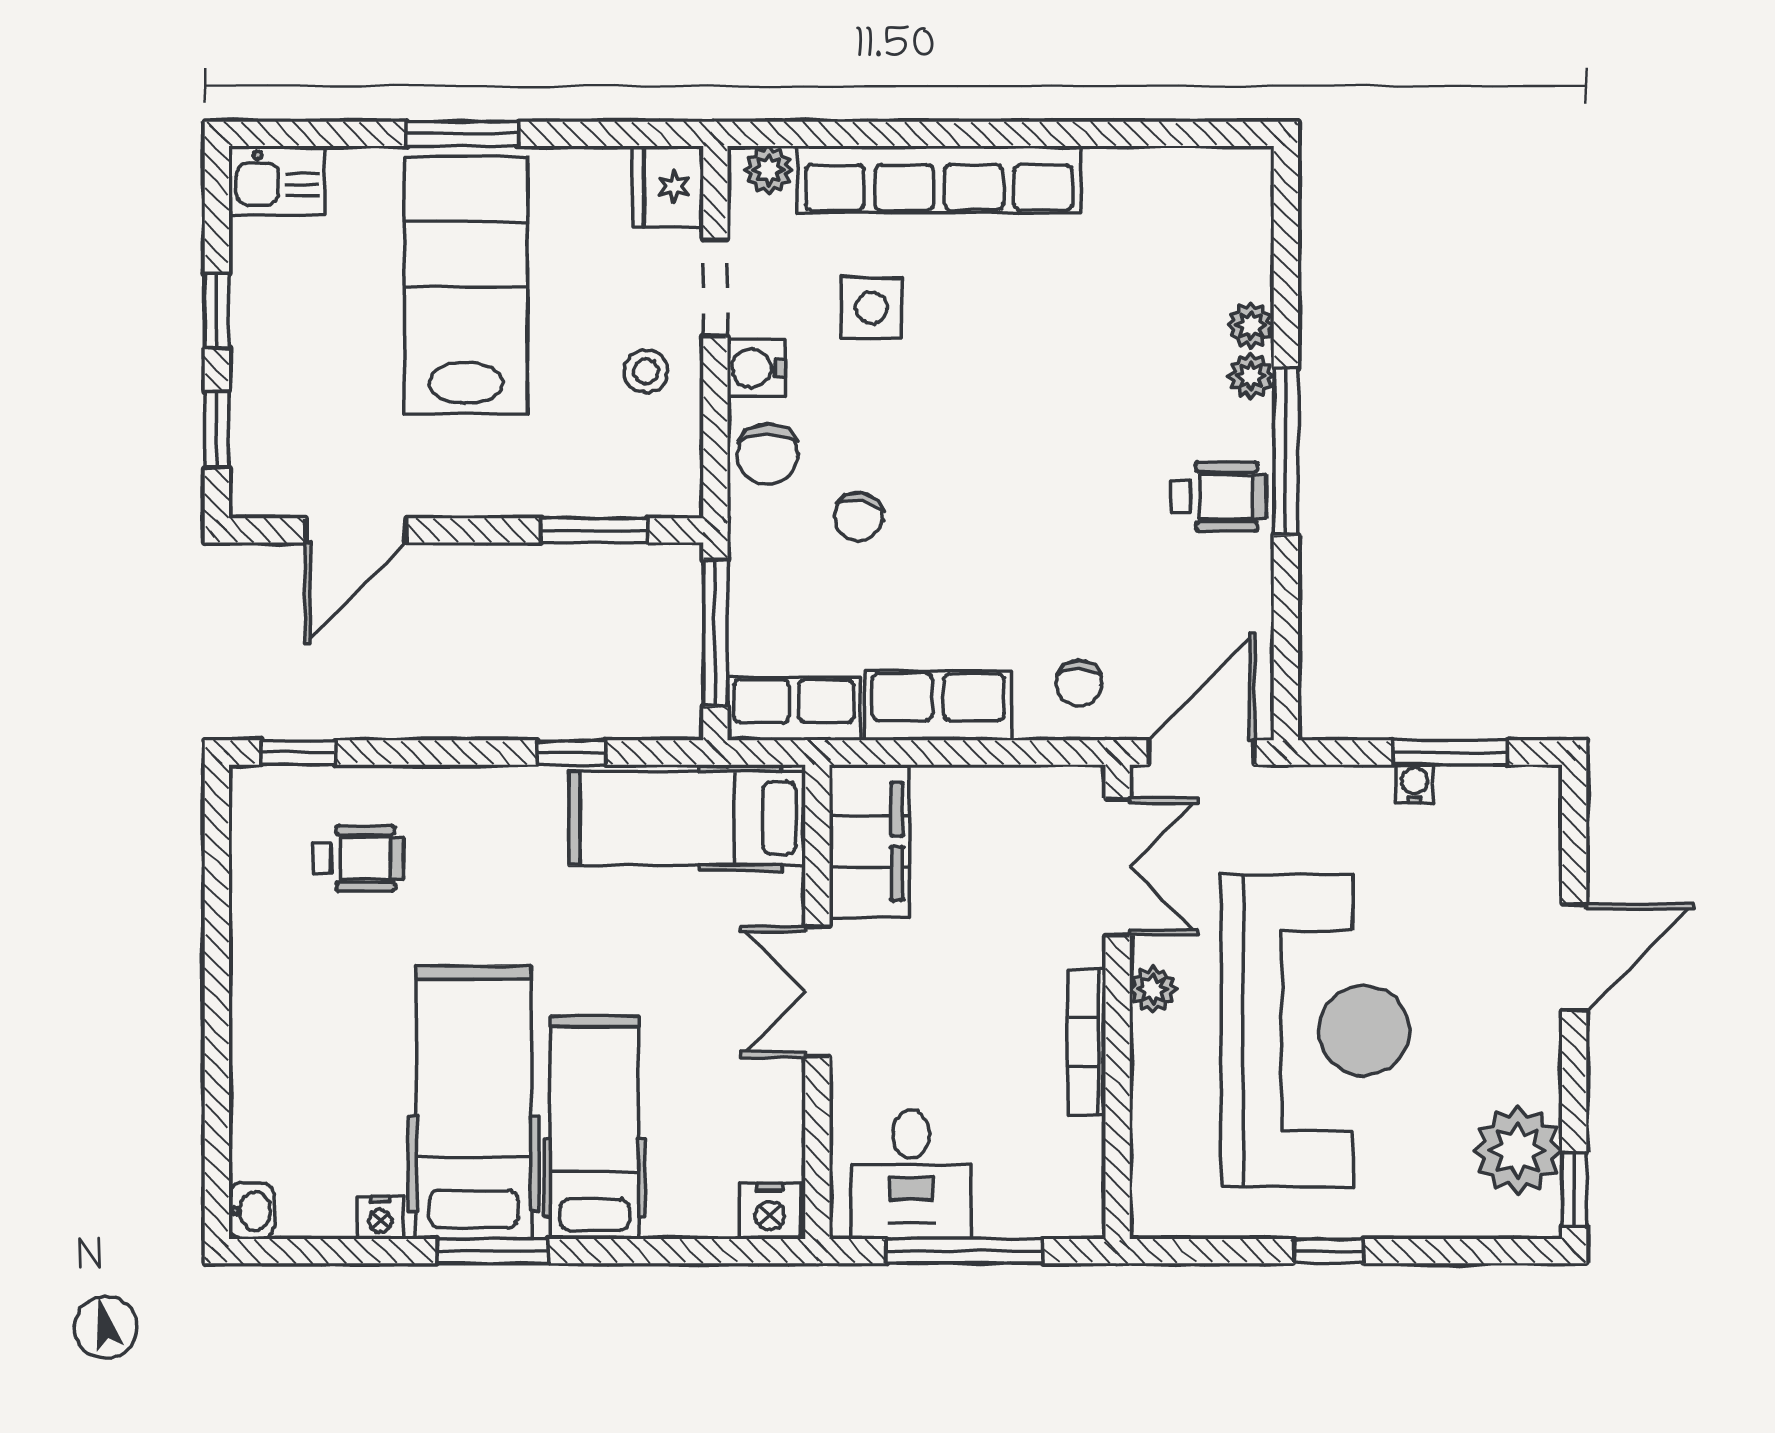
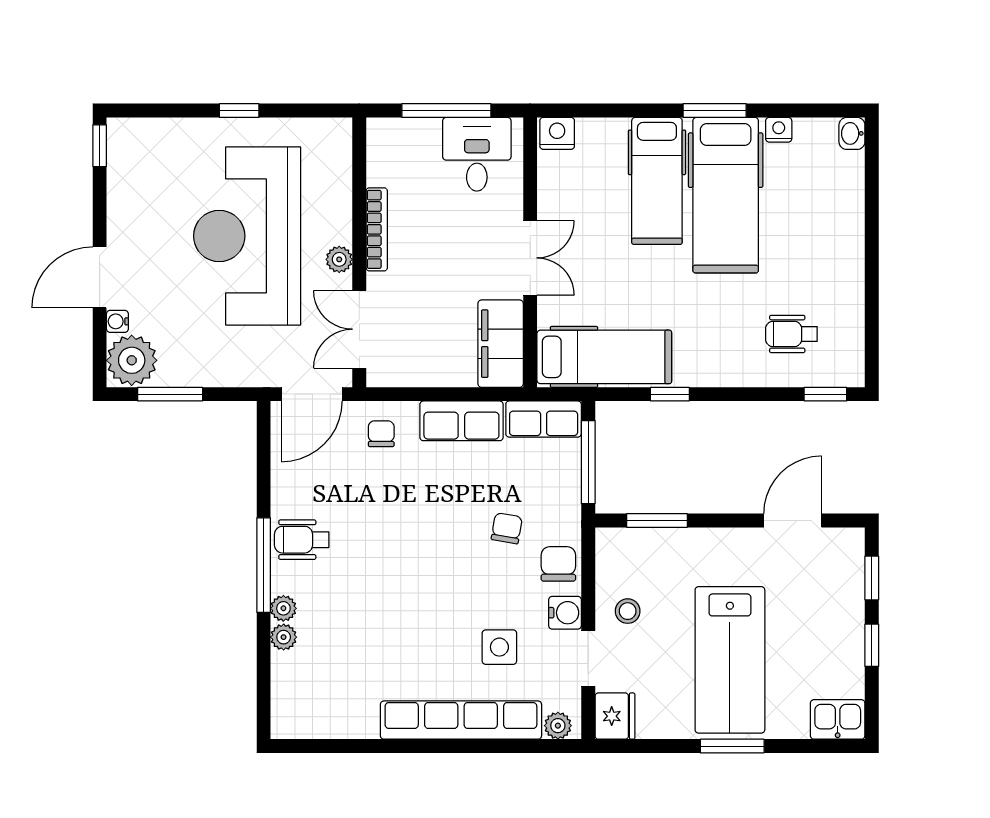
water cooler: (1415, 784) -> (117, 321), moved, turned 90
plant: (1518, 1150) -> (132, 360), moved

